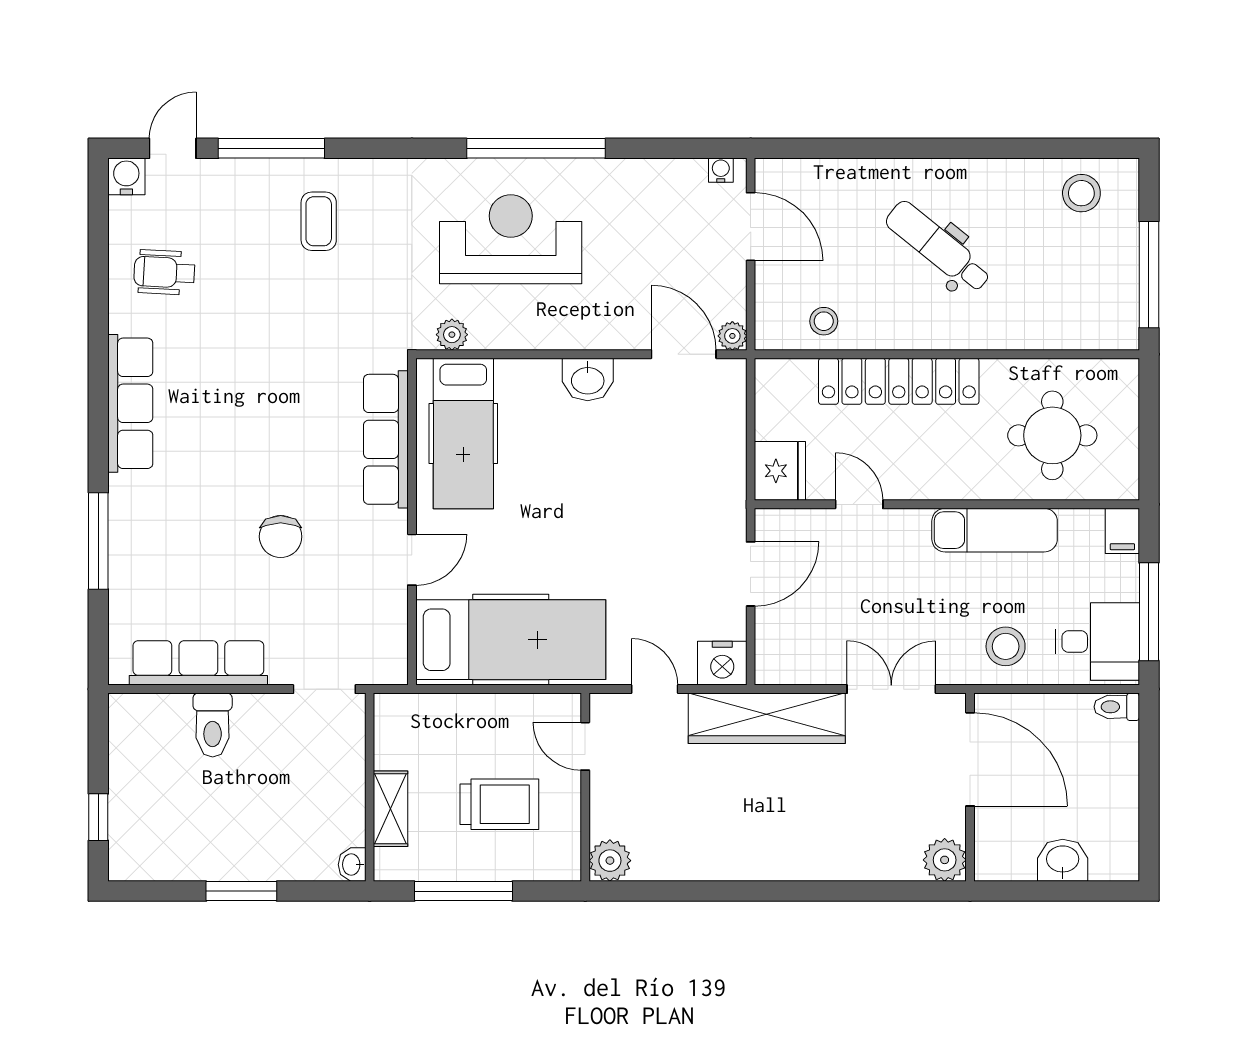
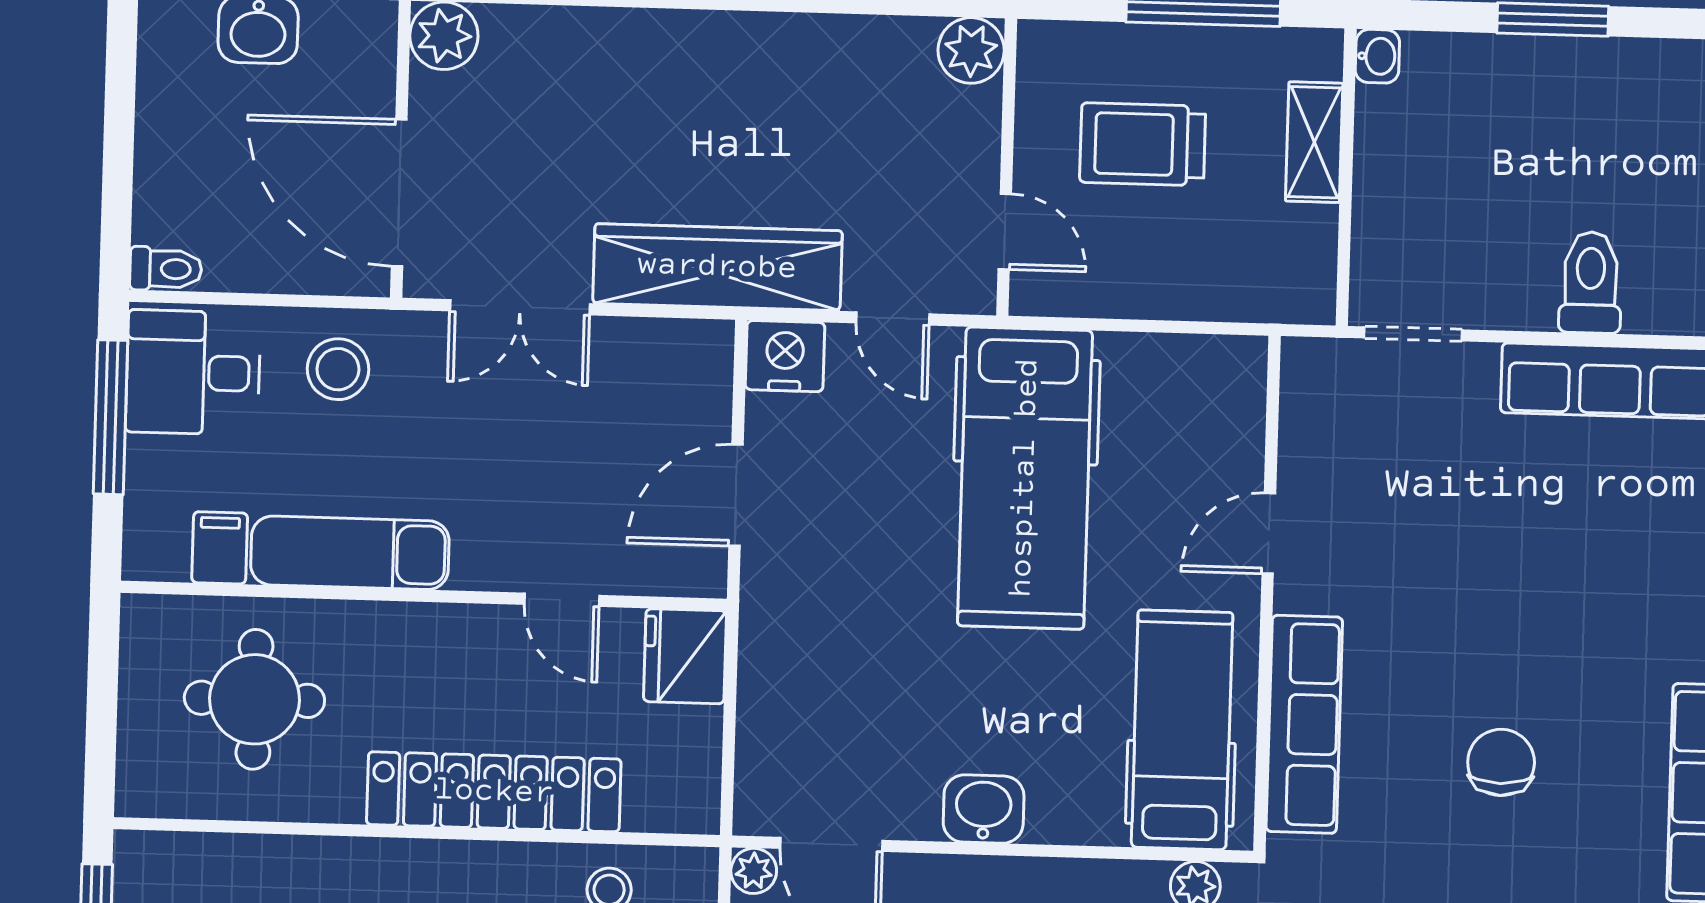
filing cabinet: (1122, 531) -> (220, 548), moved
chair: (281, 537) -> (1501, 762), moved
hospital bed: (511, 640) -> (1025, 478), moved, turned -90

